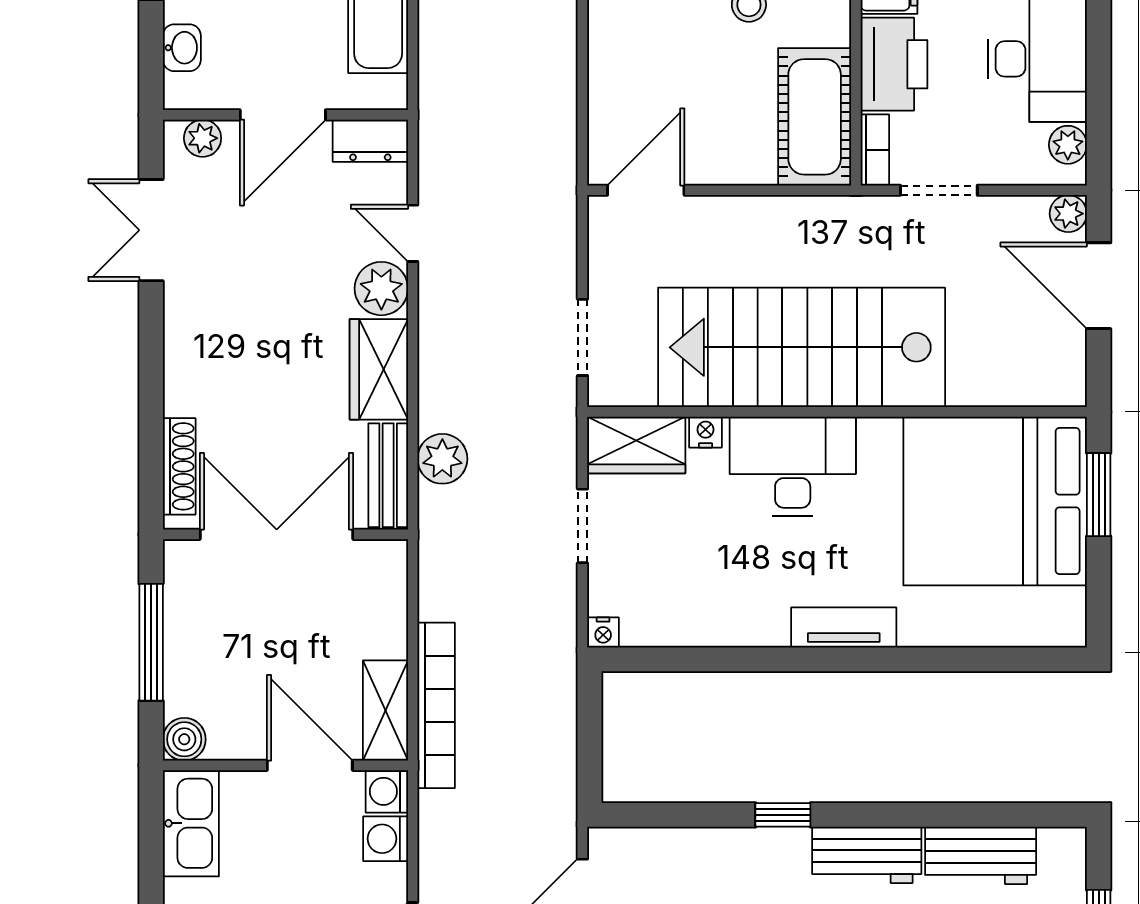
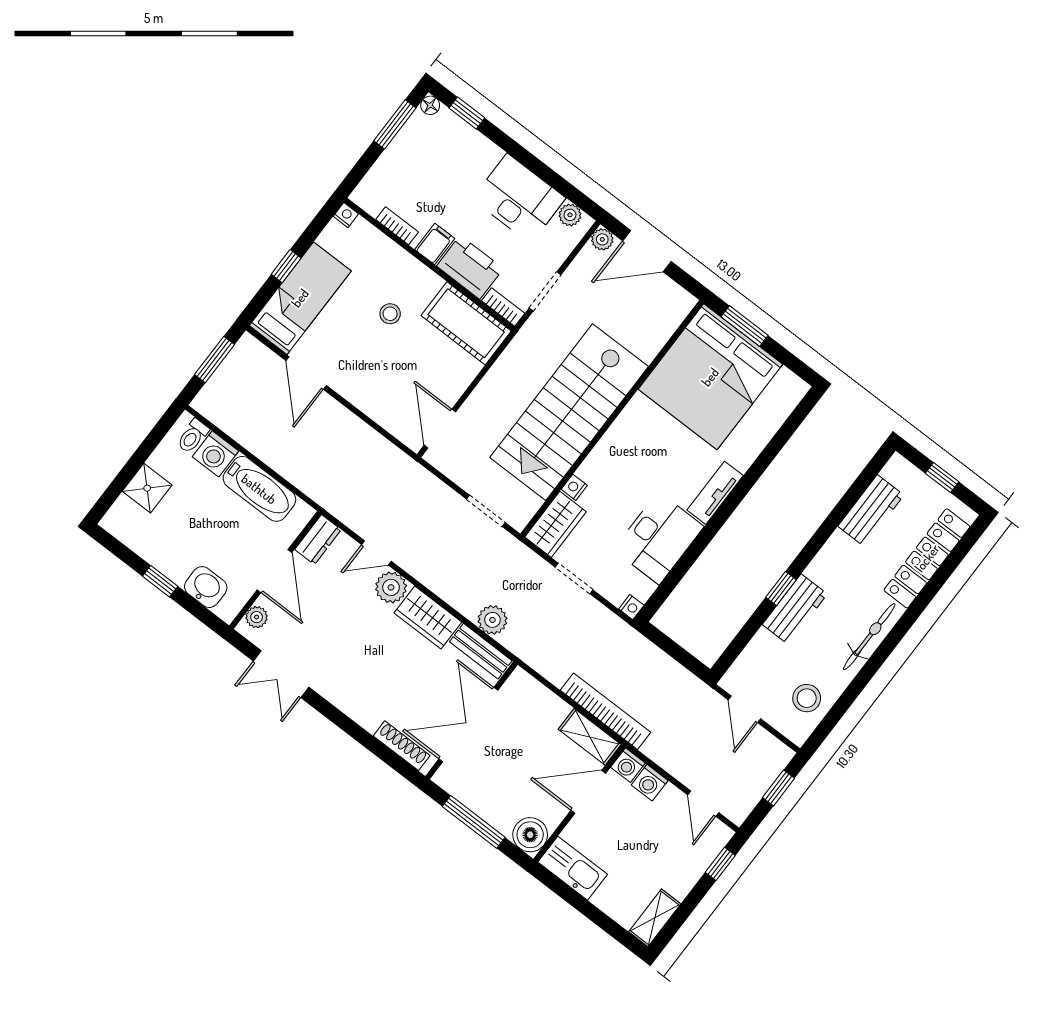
washbasin: (182, 48) -> (206, 587), width x1.38, depth x1.45
desk: (793, 466) -> (659, 538), moved, turned 180
boiler: (184, 739) -> (530, 835), width x1.36, depth x1.36
workbench: (867, 855) -> (795, 609), moved

